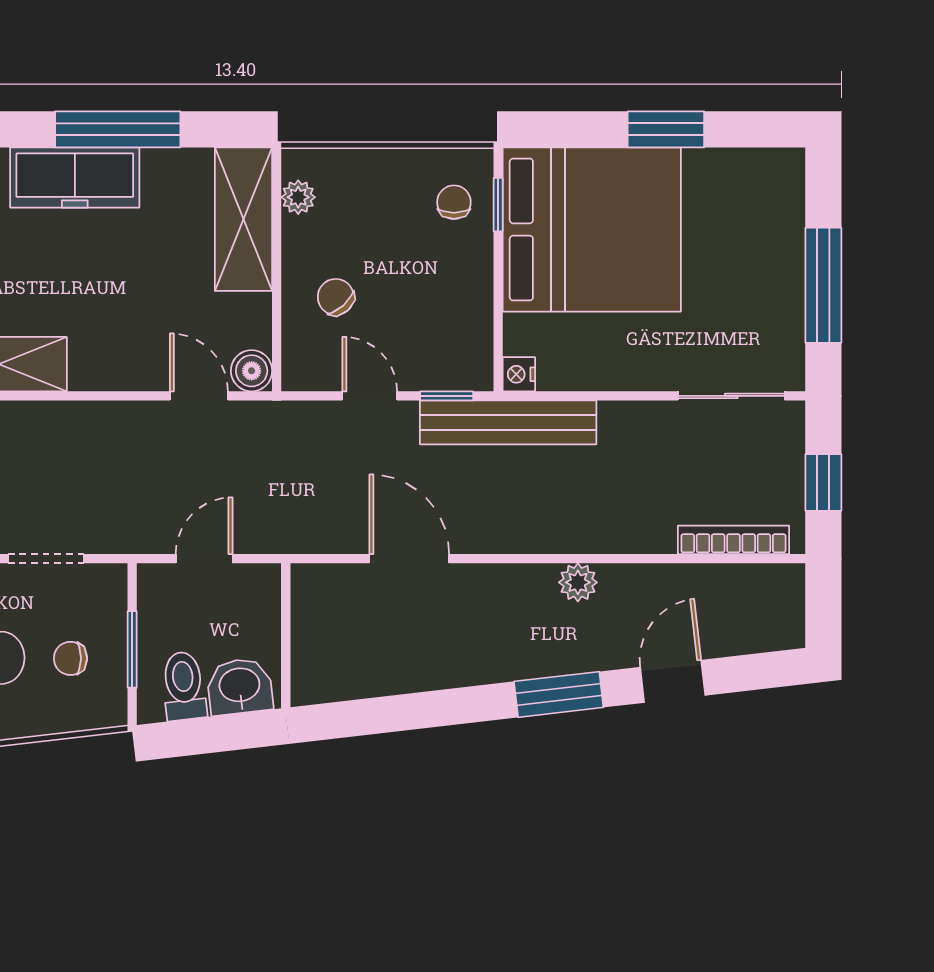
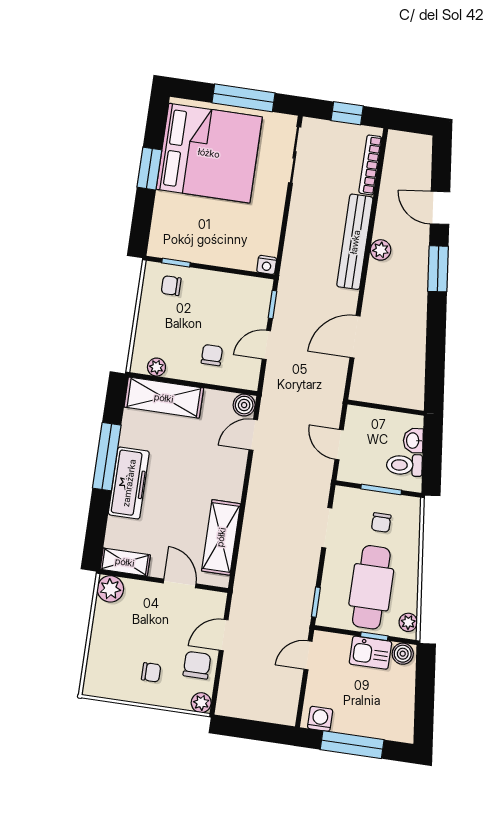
bed: (592, 230) -> (209, 153), moved, turned 90
chair: (336, 297) -> (212, 355), turned 132
bench: (508, 422) -> (355, 242), moved
washbasin: (240, 686) -> (413, 441), width x0.72, depth x0.69

